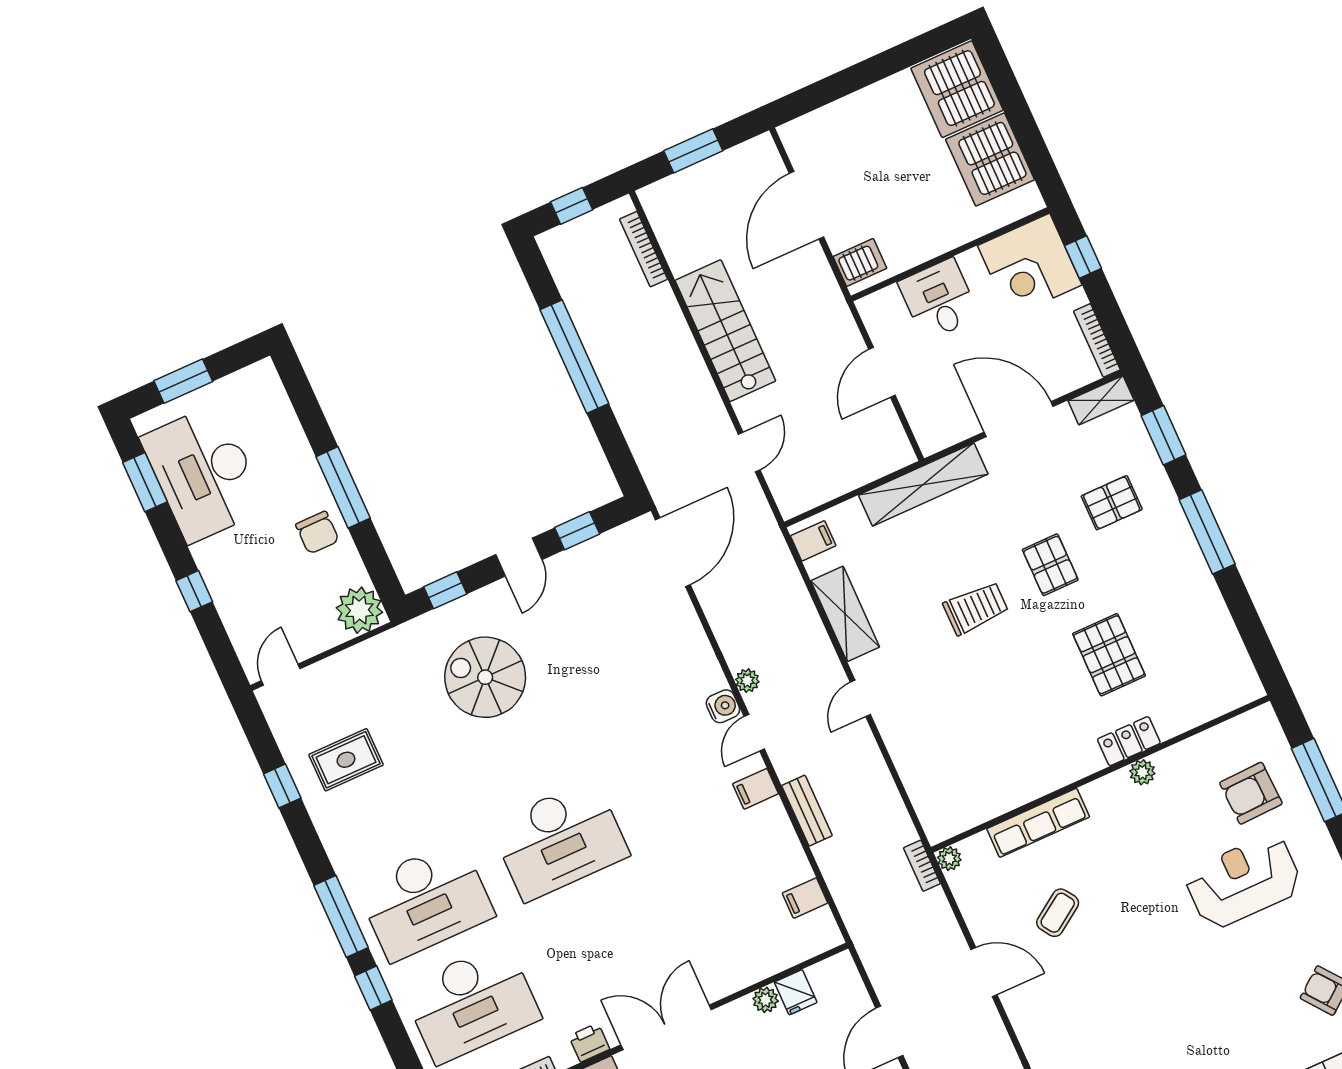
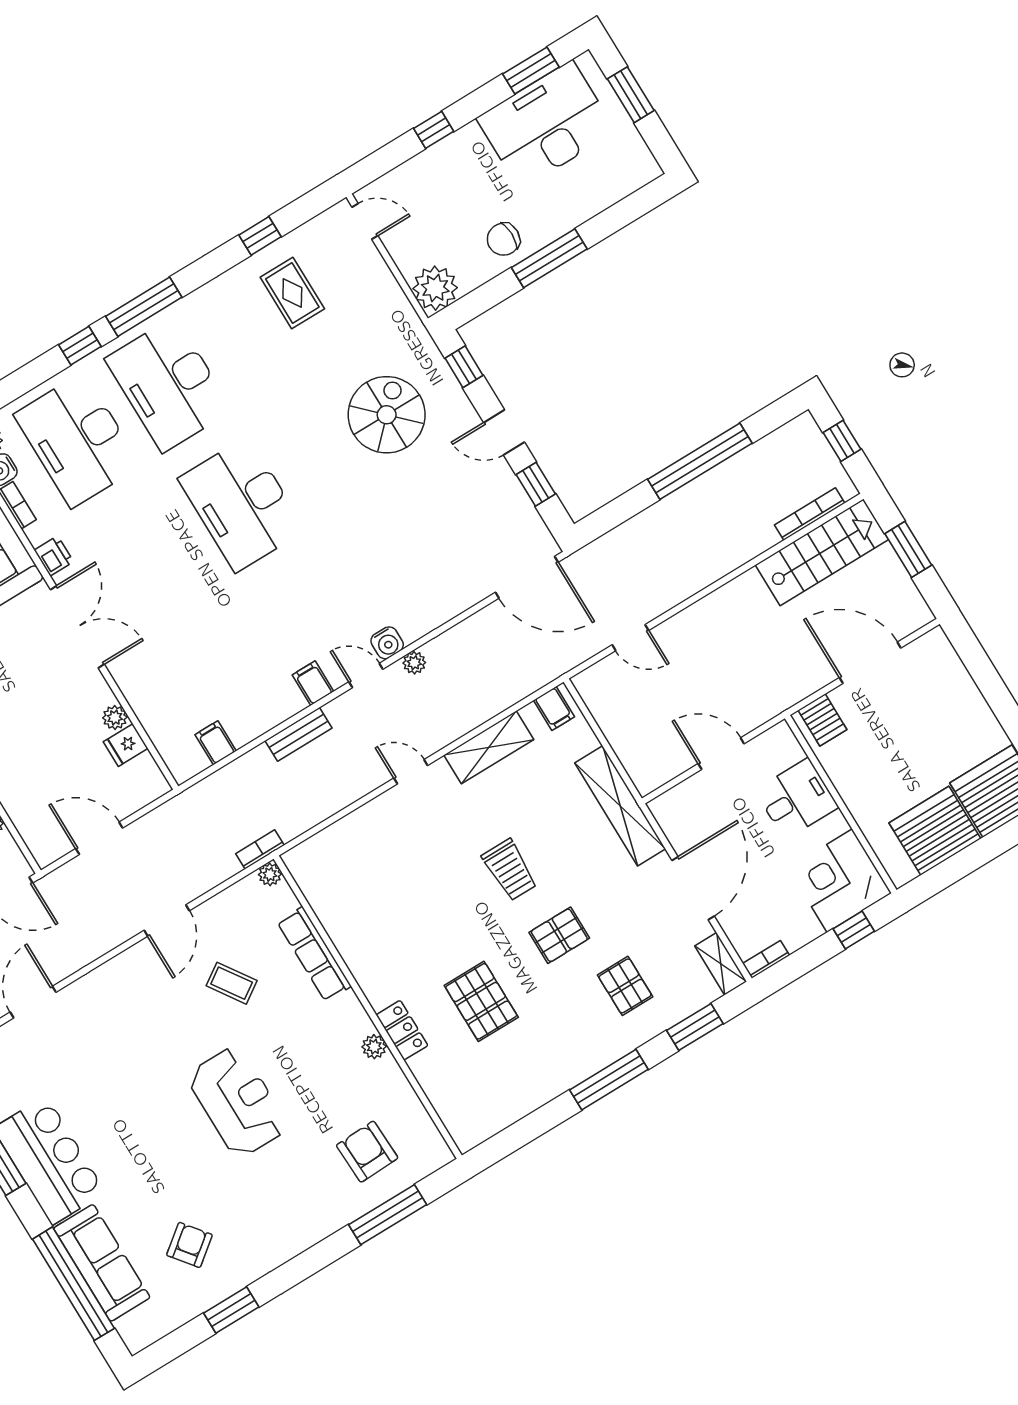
stairs: (725, 331) -> (822, 552), moved
bookcase: (1097, 340) -> (766, 959), width x0.64
pallet: (1109, 655) -> (481, 1001), turned 90
reception desk: (1243, 881) -> (237, 1102), moved

